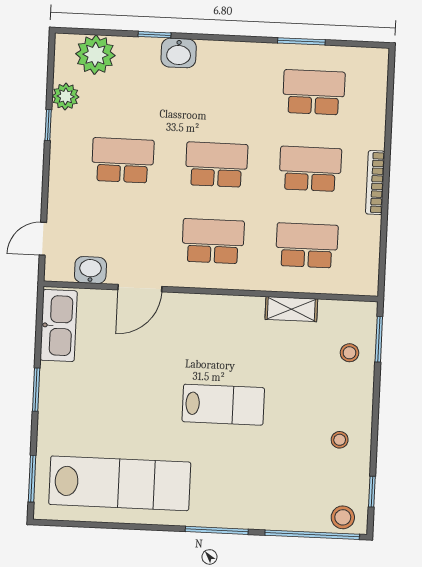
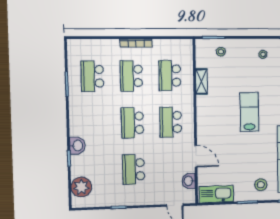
plant: (66, 96) -> (104, 200), removed
stool: (71, 420) -> (261, 185), added

